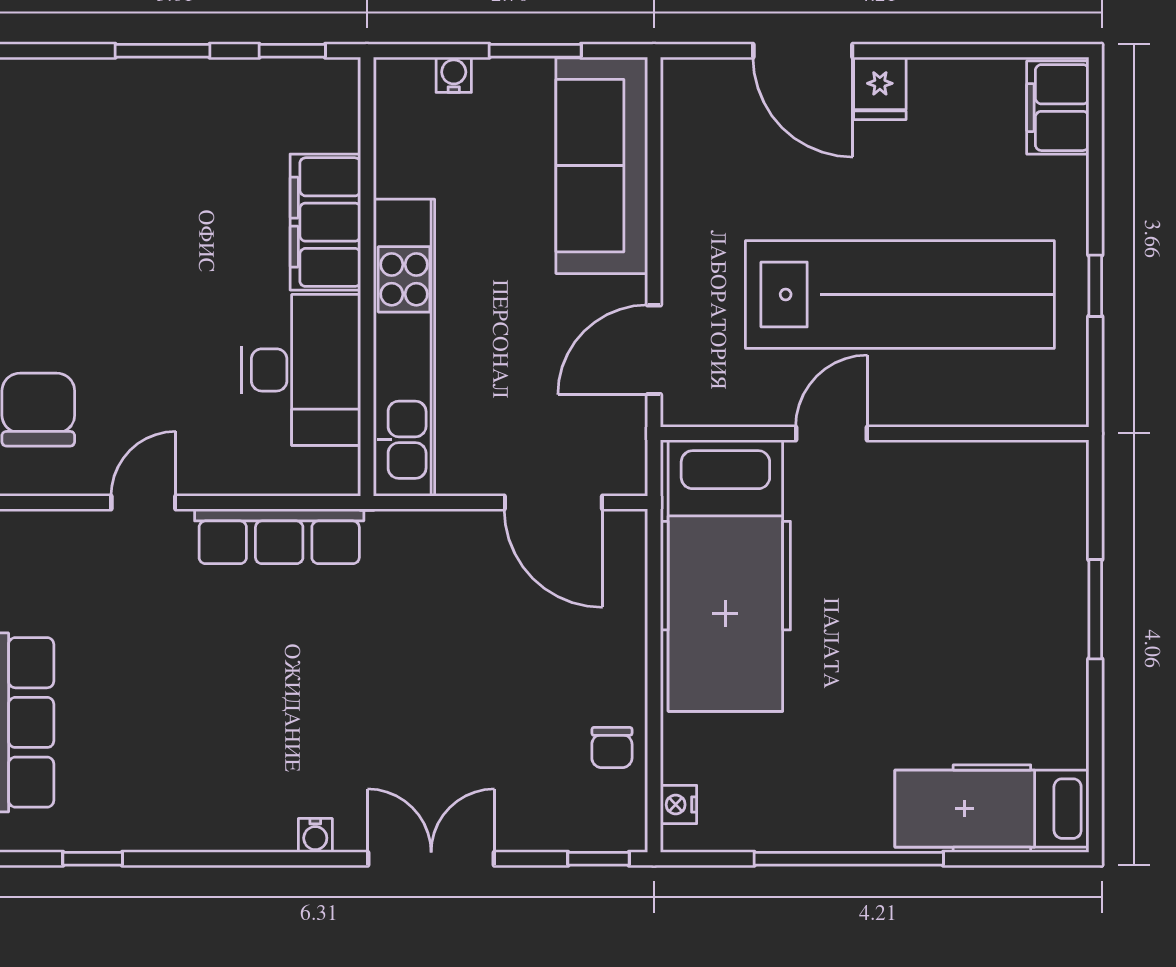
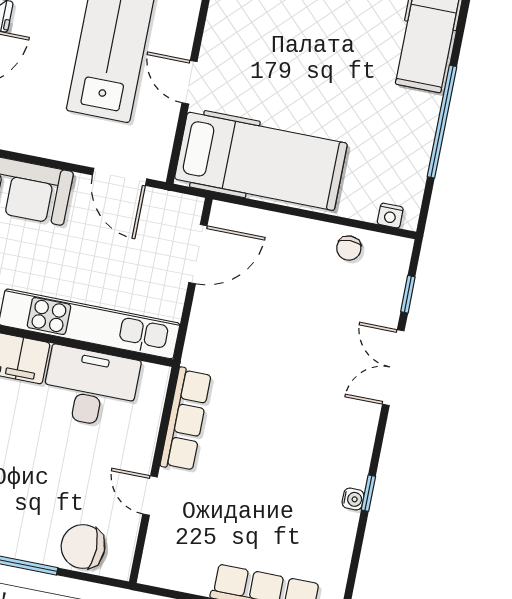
chair: (612, 747) -> (349, 248), turned 90
water cooler: (315, 835) -> (353, 499), moved
window: (93, 859) -> (368, 493), moved
window: (598, 859) -> (408, 294), moved

